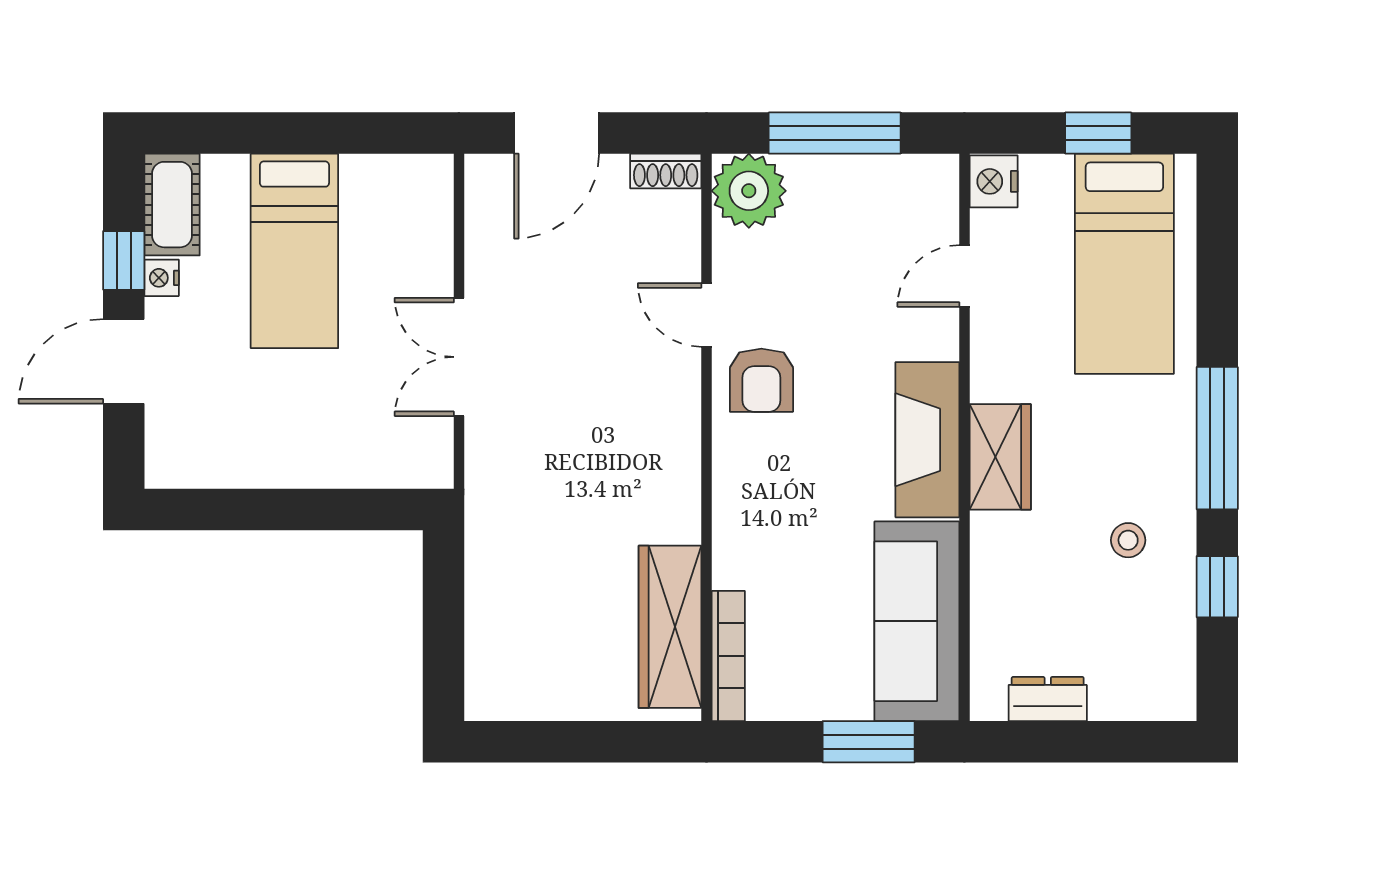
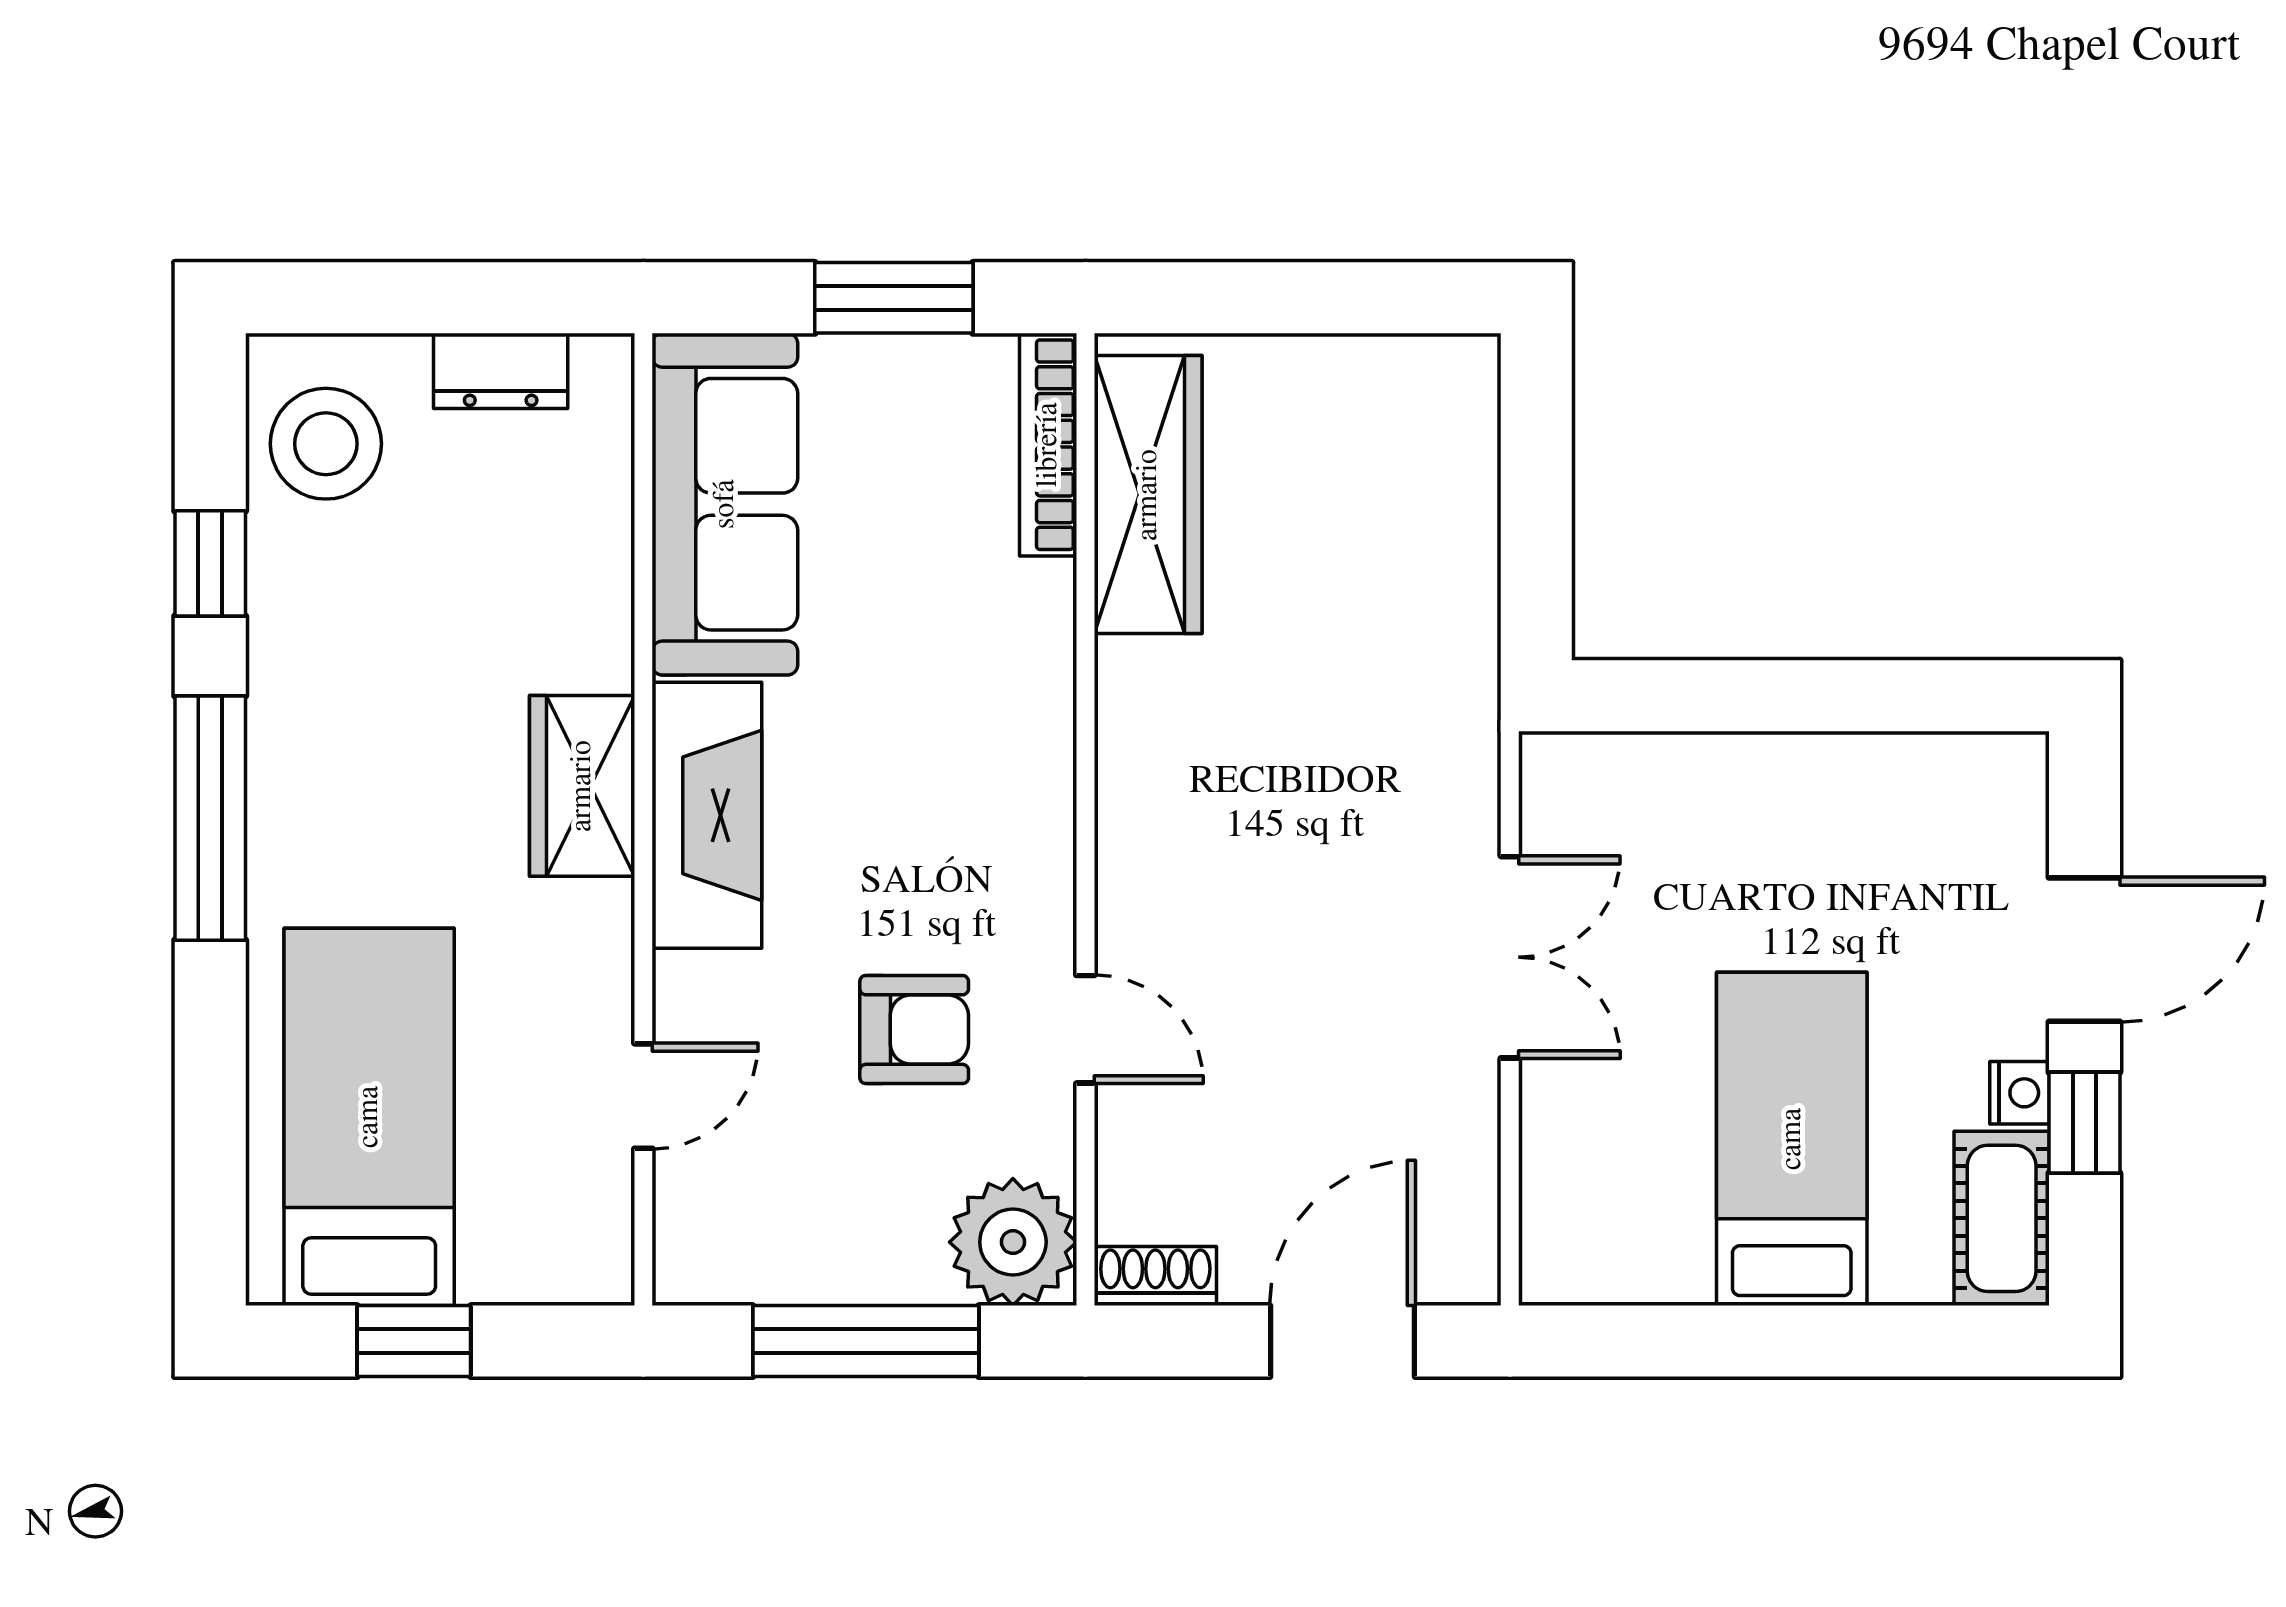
nightstand: (994, 181) -> (593, 1258), removed
armchair: (761, 380) -> (914, 1030), moved, turned 90
stool: (1128, 540) -> (326, 444), moved, width x1.89, depth x1.89
window: (869, 742) -> (894, 298), moved

